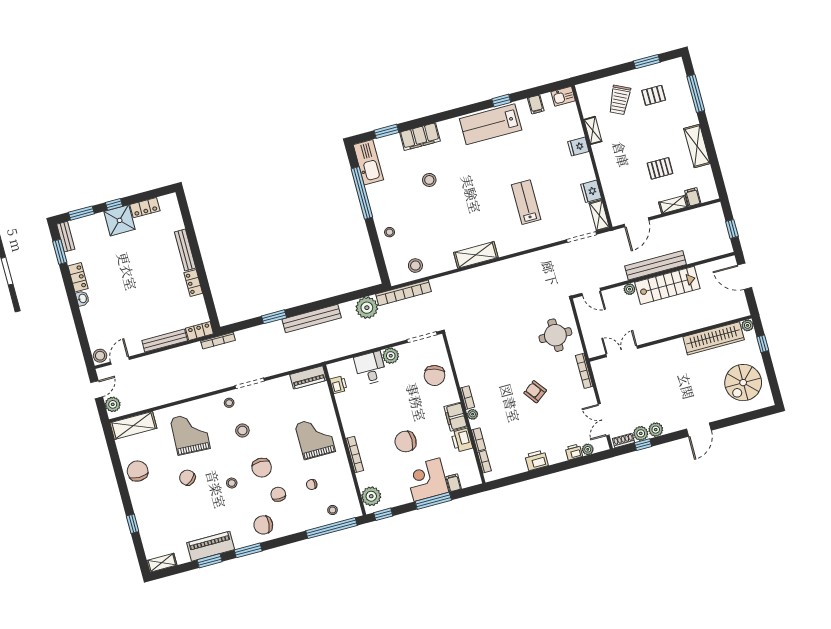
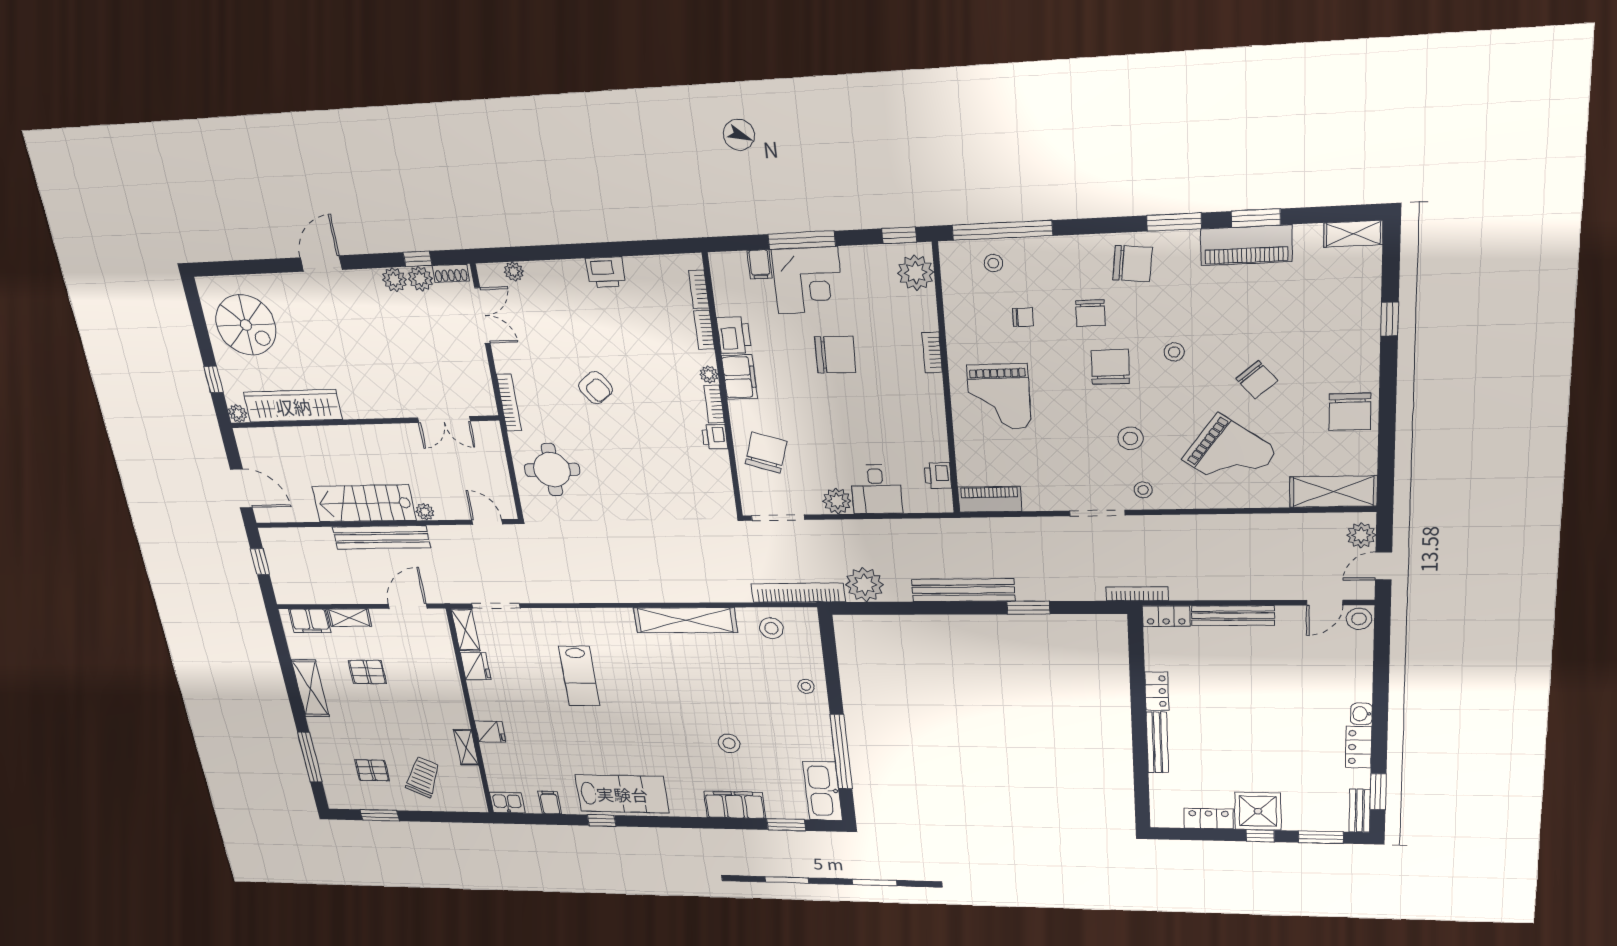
filing cabinet: (693, 197) -> (310, 621), width x2.00
shelving: (476, 255) -> (685, 620), width x1.47
spiral stairs: (743, 383) -> (246, 325), turned 90
grand piano: (190, 433) -> (1230, 455), turned -57
printer: (574, 452) -> (715, 437), moved, turned 90
bookcase: (355, 454) -> (932, 353), width x0.64

